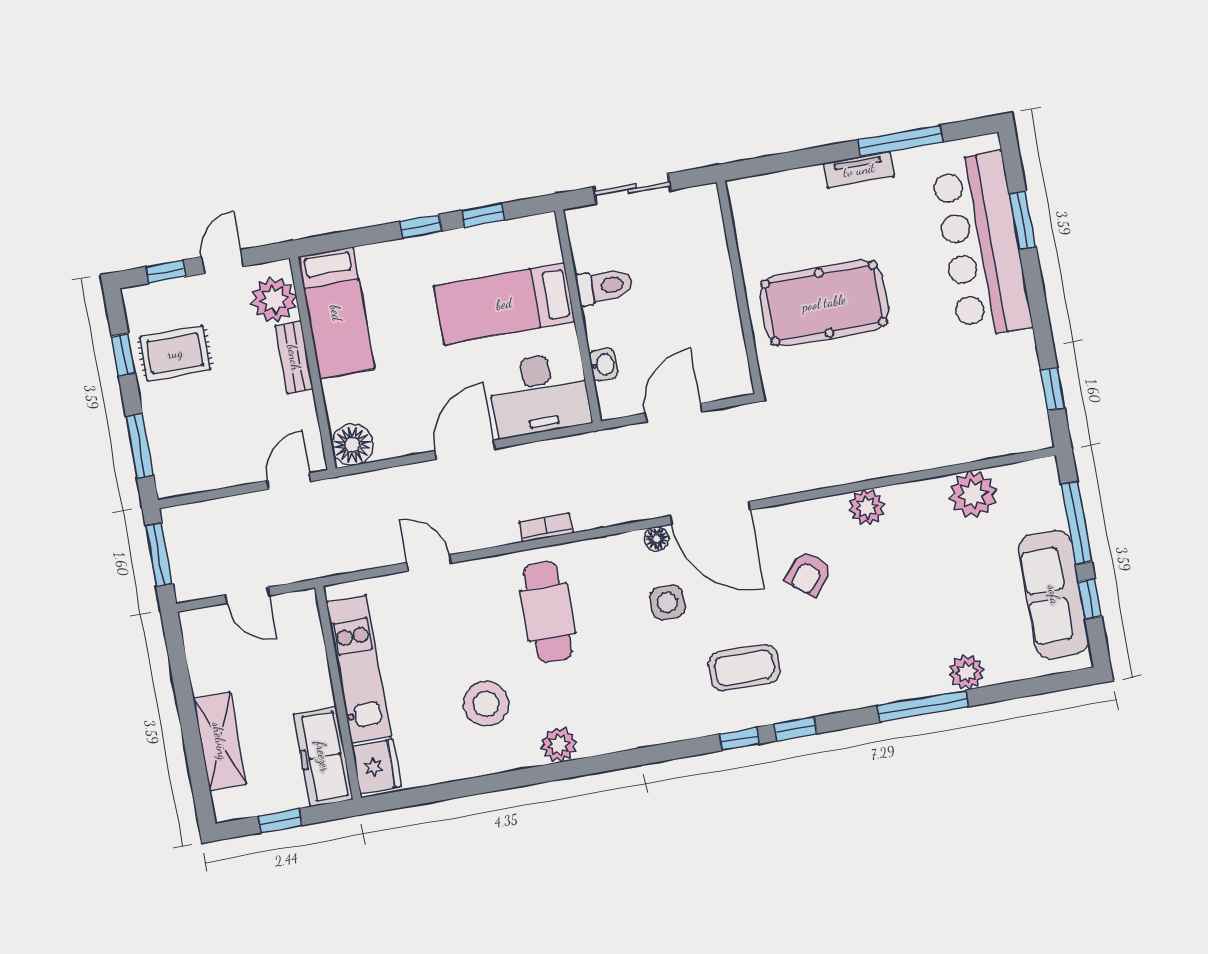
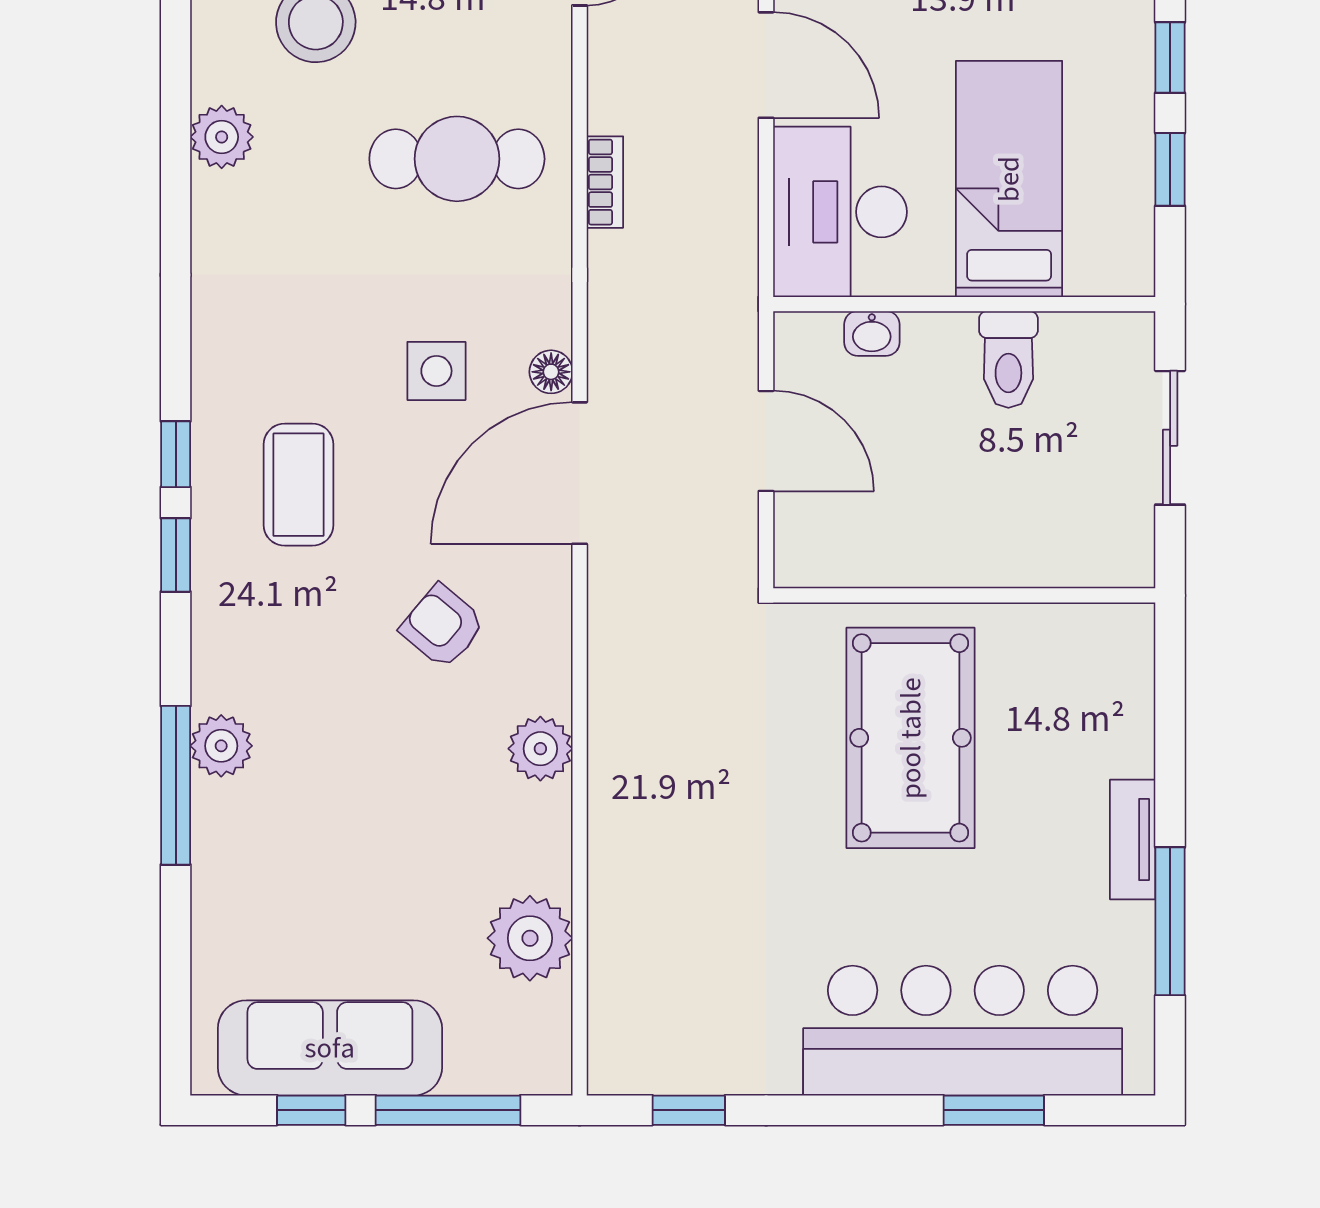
plant: (967, 672) -> (221, 746), moved

